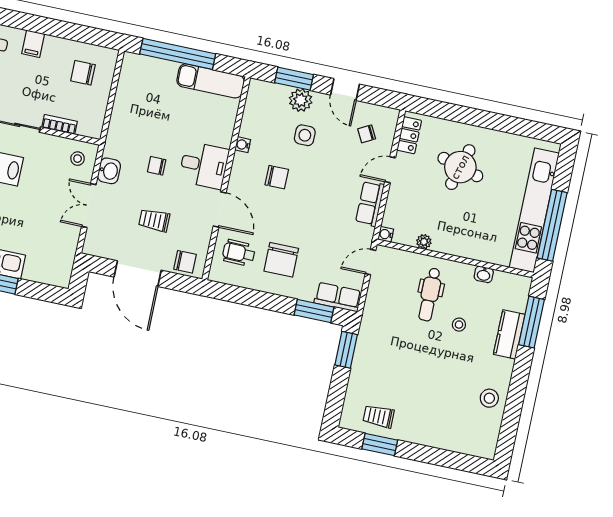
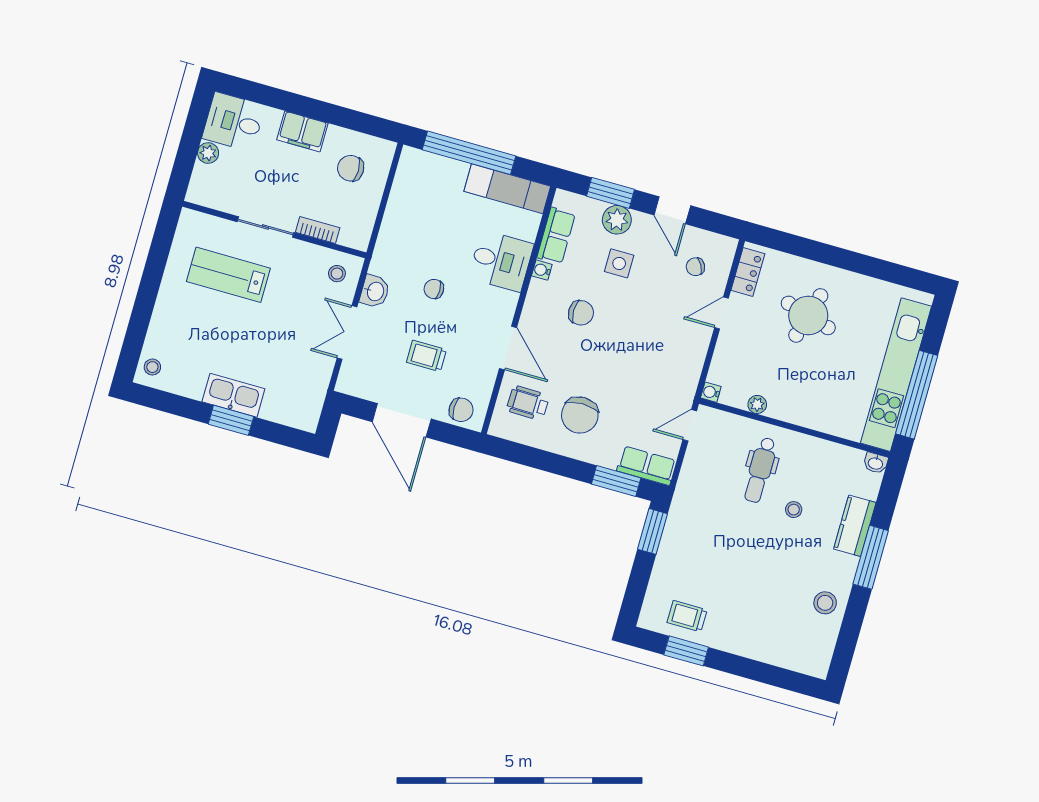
filing cabinet: (33, 44) -> (302, 131), width x2.00
desk: (204, 165) -> (501, 261), moved
row of seats: (370, 204) -> (556, 236), moved, turned 180
washbasin: (484, 274) -> (876, 463), moved
window: (532, 322) -> (871, 557), moved

